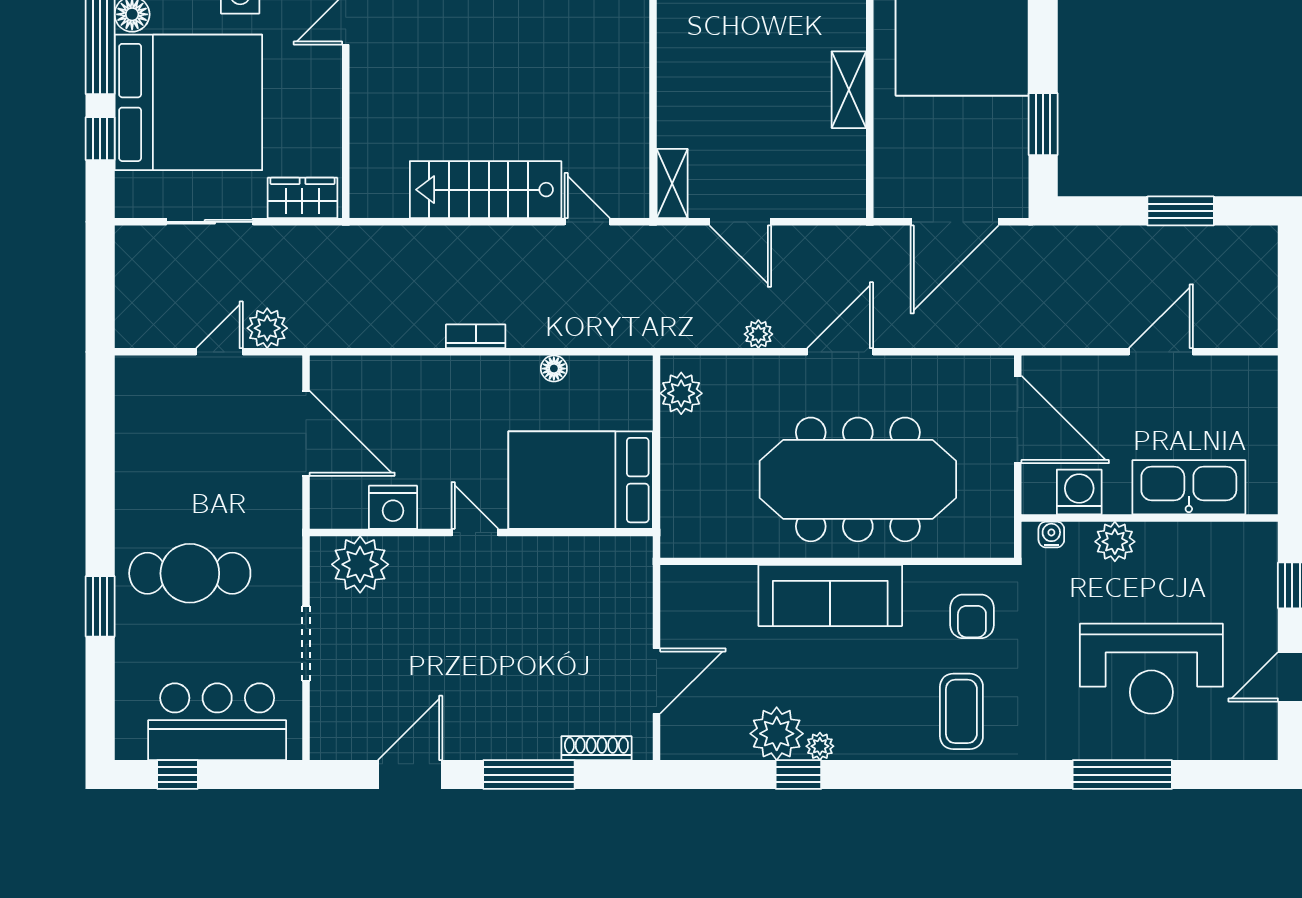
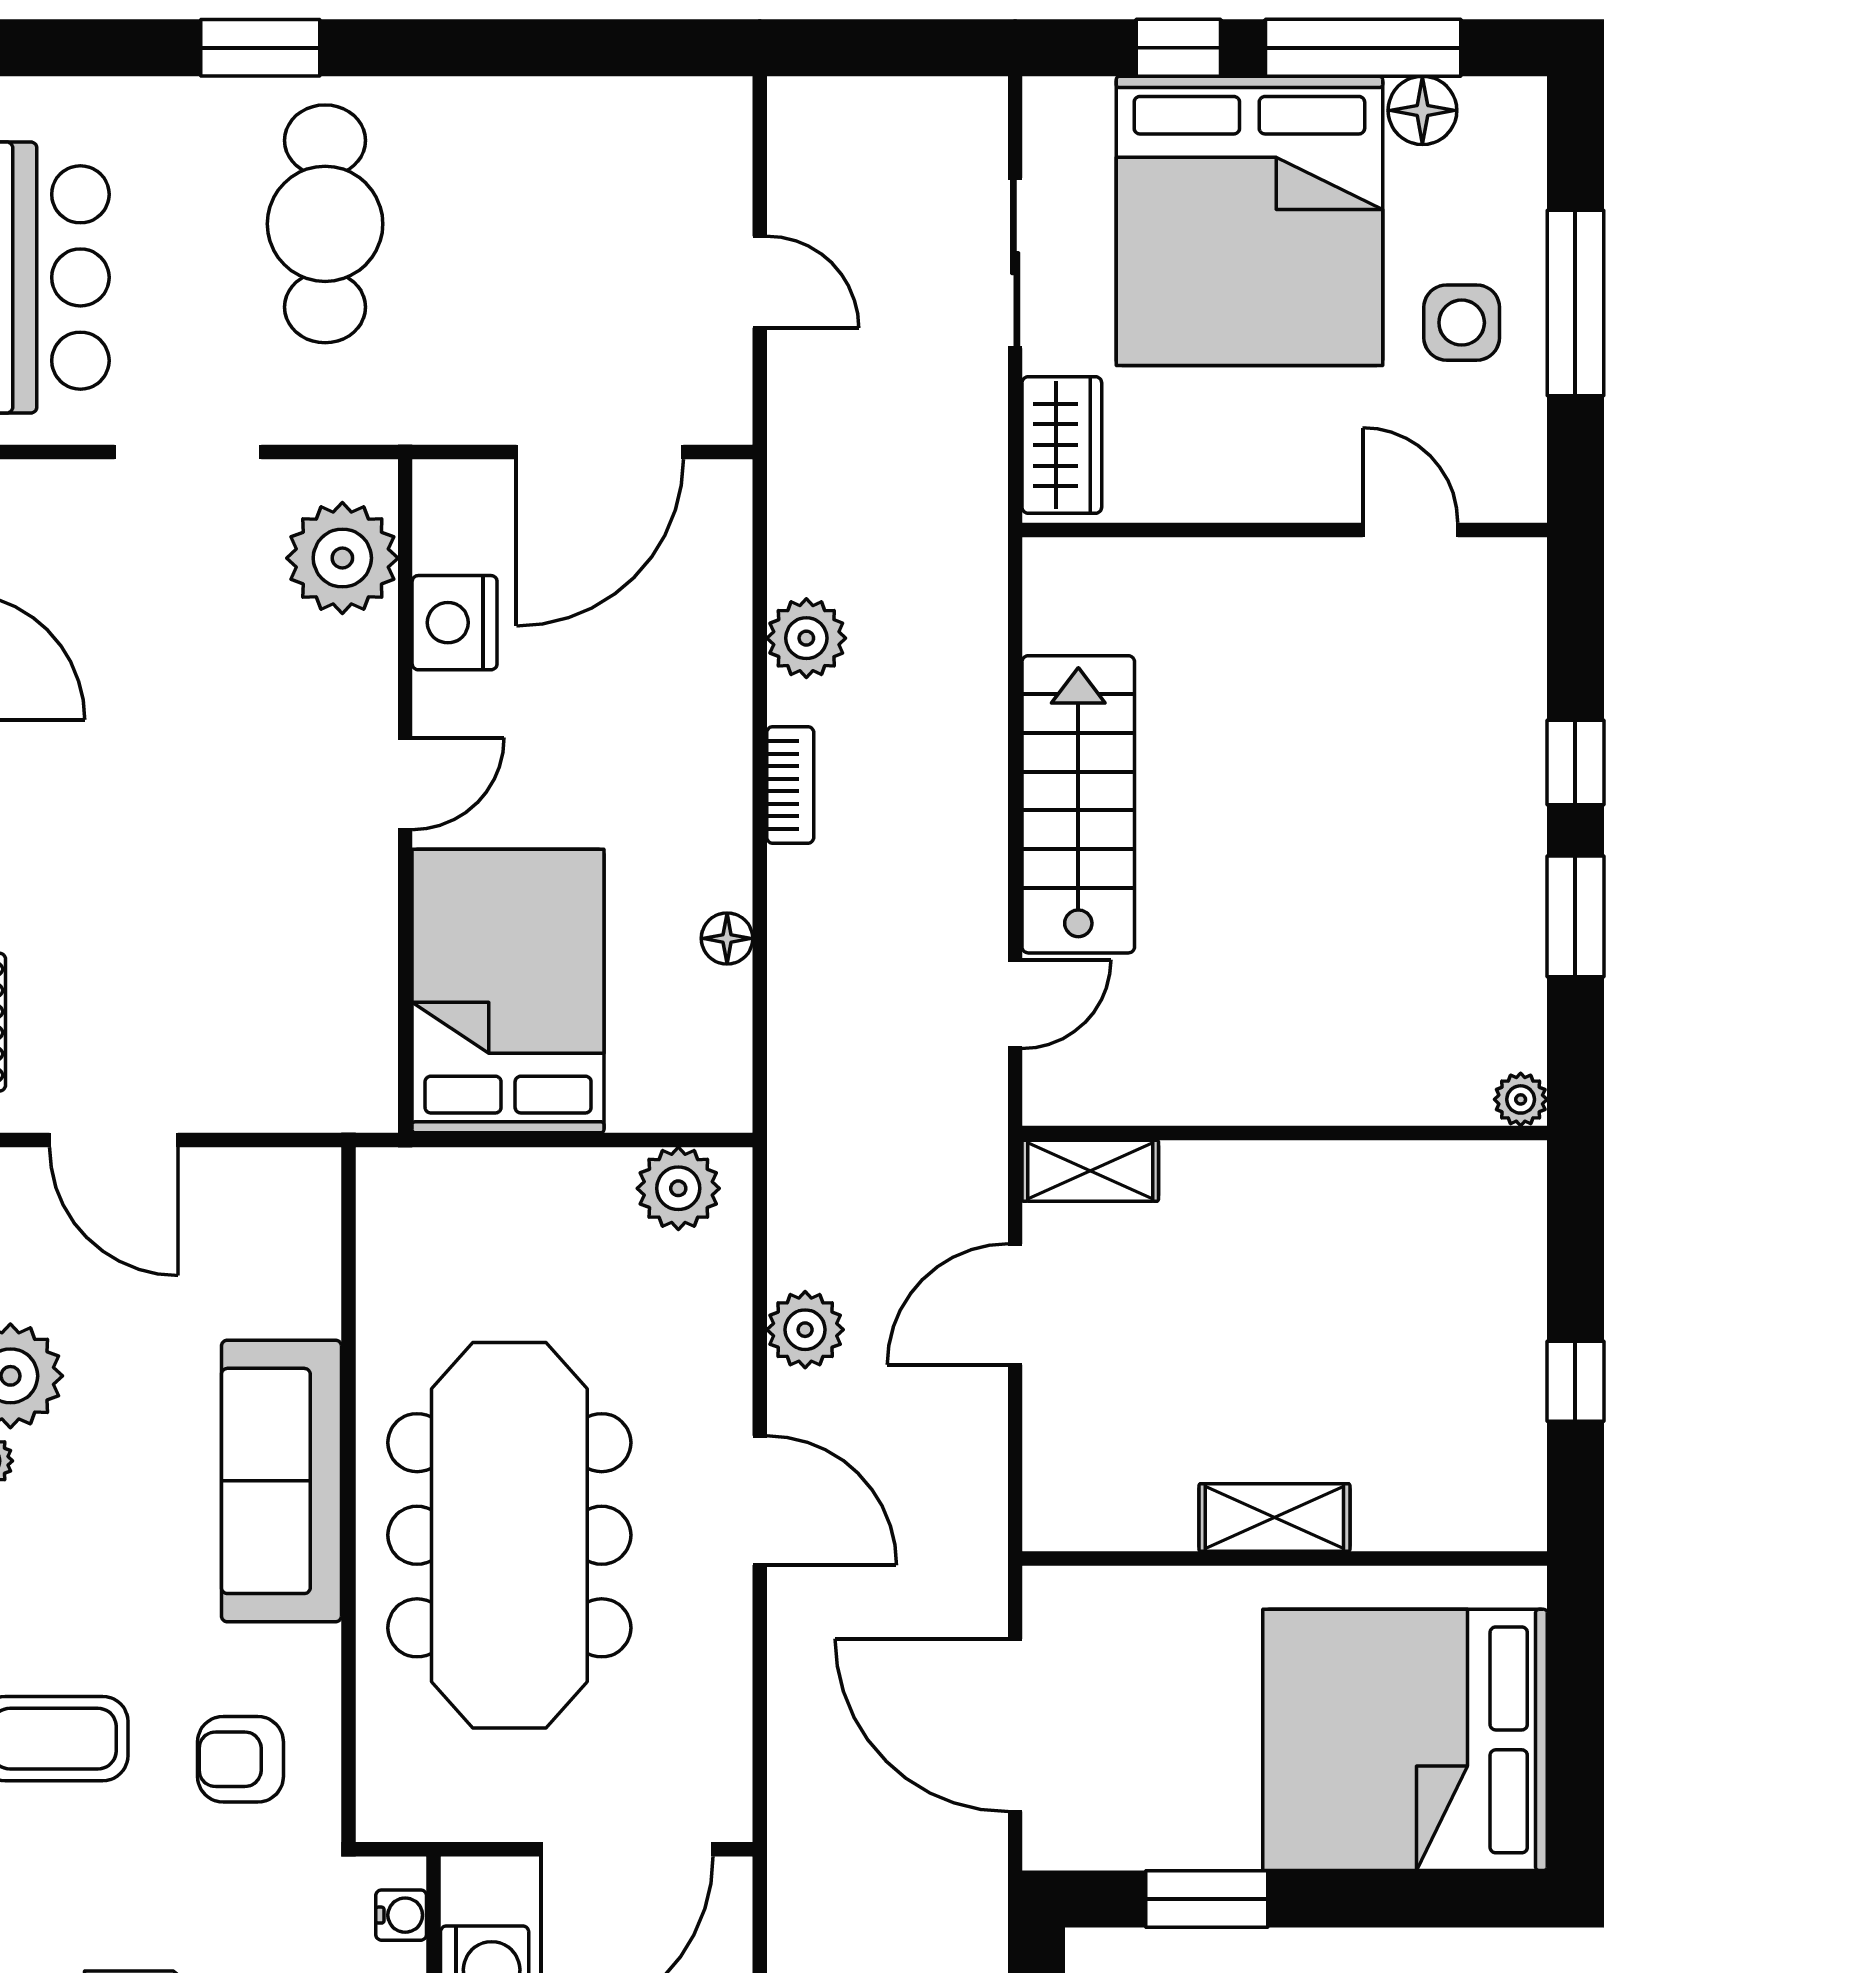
plant: (267, 328) -> (806, 638), moved
plant: (758, 334) -> (805, 1330), width x1.38, depth x1.38

